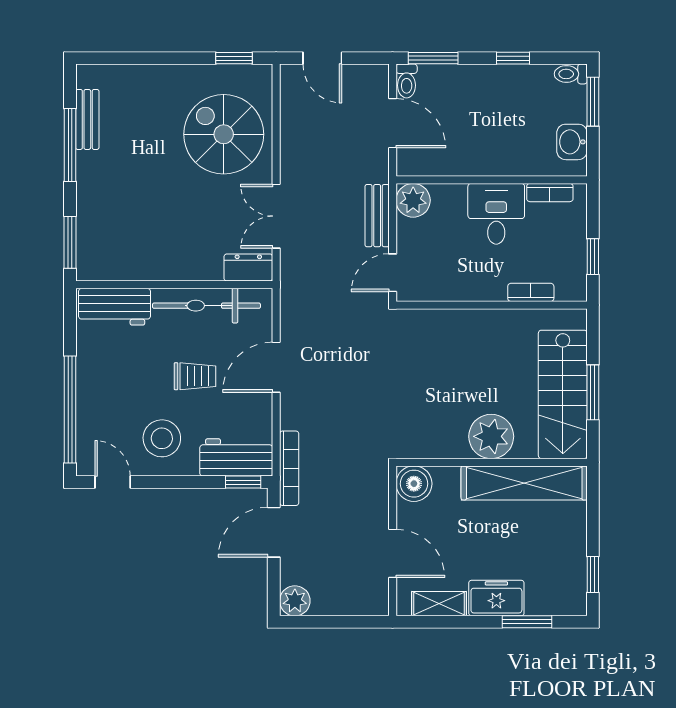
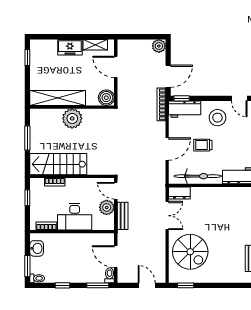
plant: (413, 200) -> (107, 207), moved
desk: (496, 214) -> (75, 217), width x1.37
door: (393, 273) -> (116, 191), swing flipped
stairs: (563, 394) -> (58, 164), moved, turned -90
window: (527, 622) -> (56, 37), removed

